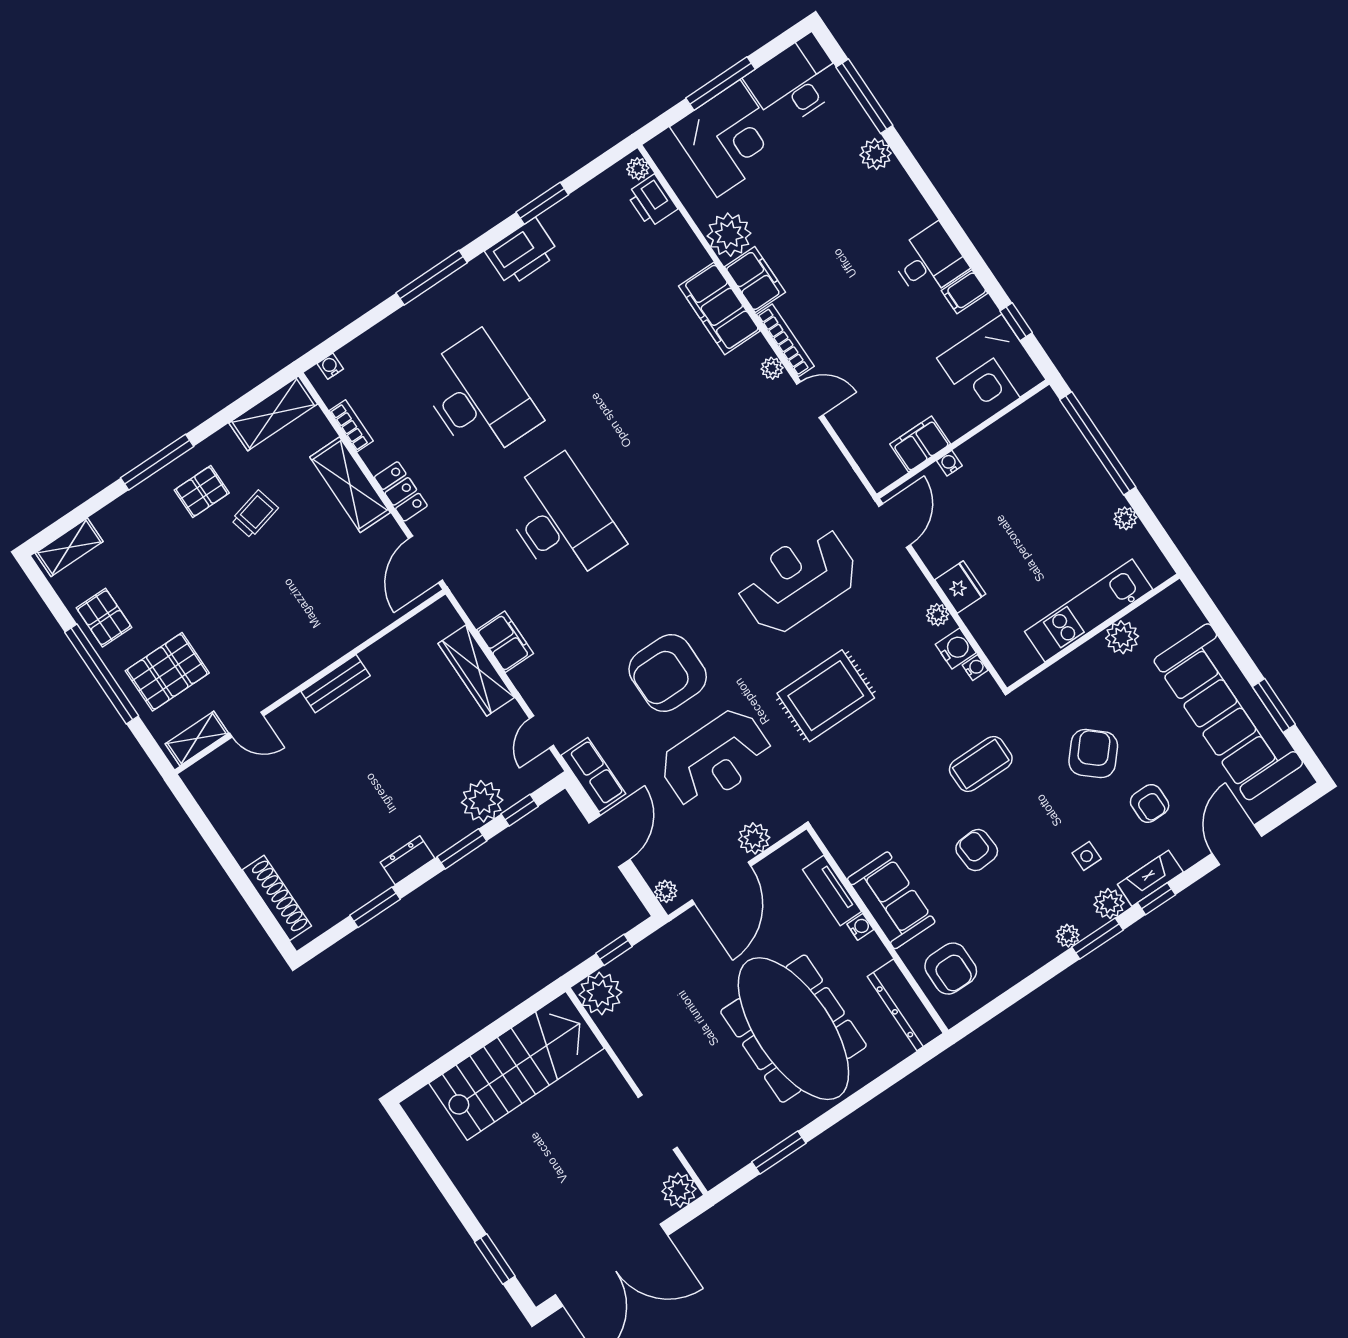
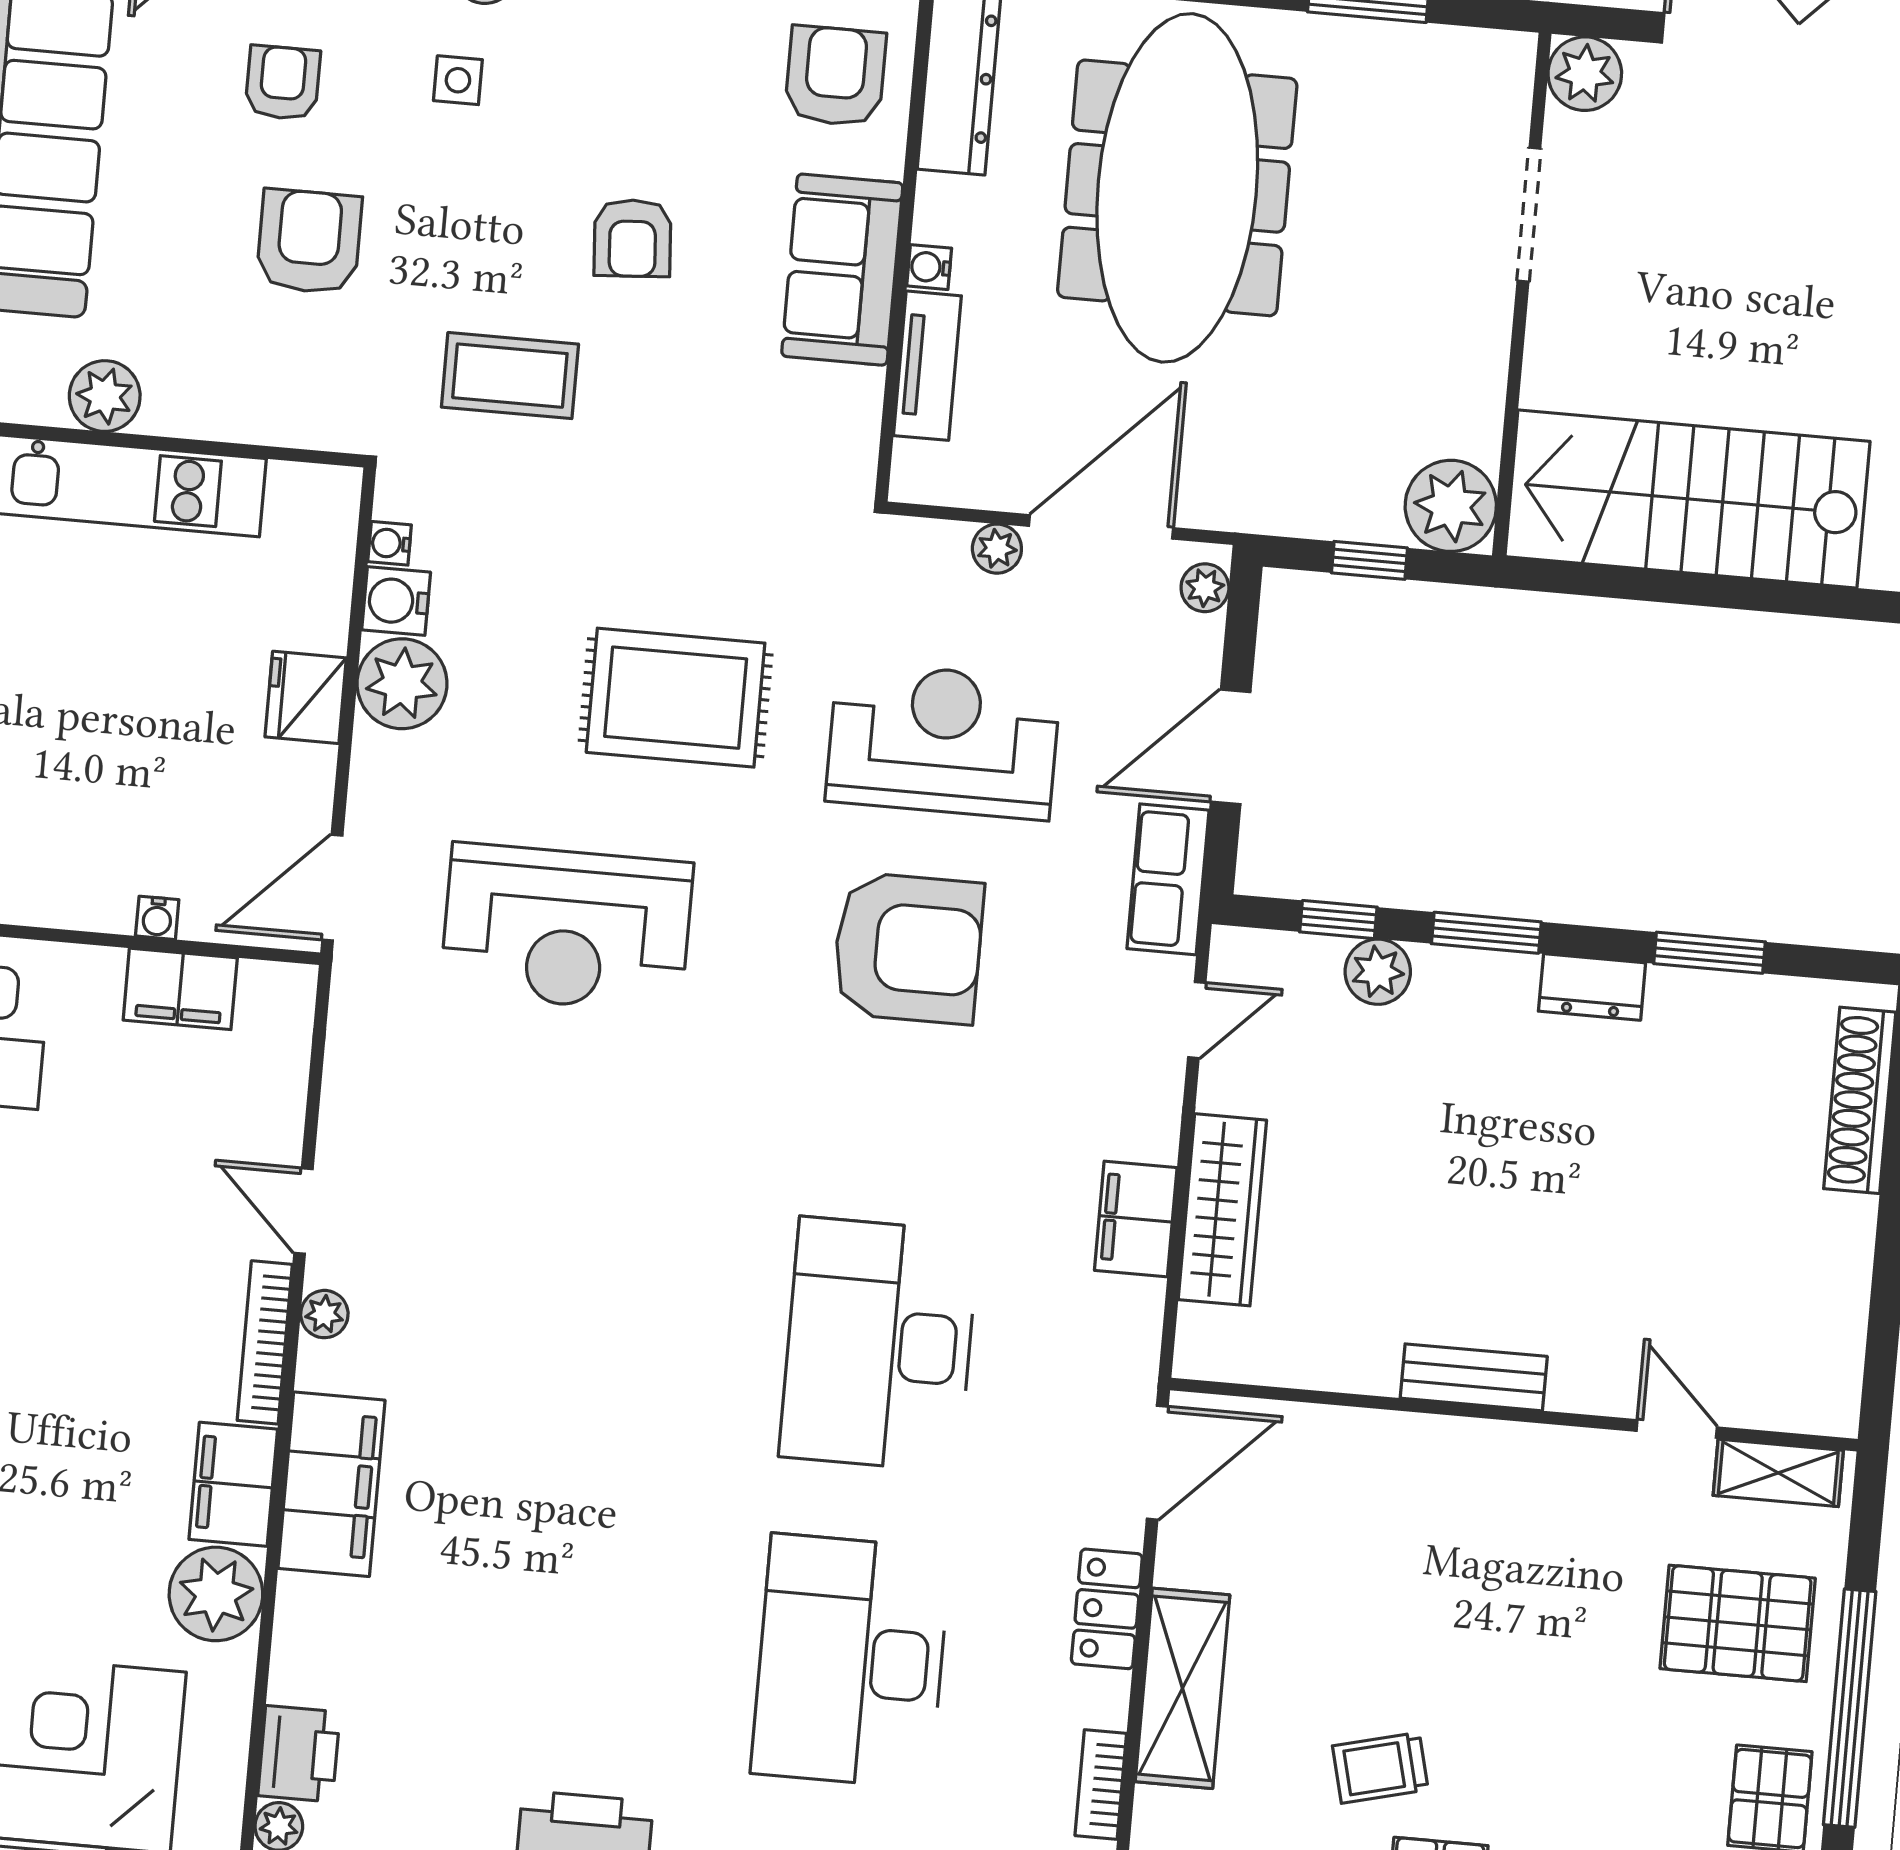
plant: (937, 615) -> (402, 684), width x1.88, depth x1.88
armchair: (1093, 754) -> (309, 242), turned 139
plant: (482, 801) -> (1378, 972), width x0.73, depth x0.73
plant: (754, 838) -> (997, 549), width x0.73, depth x0.73

